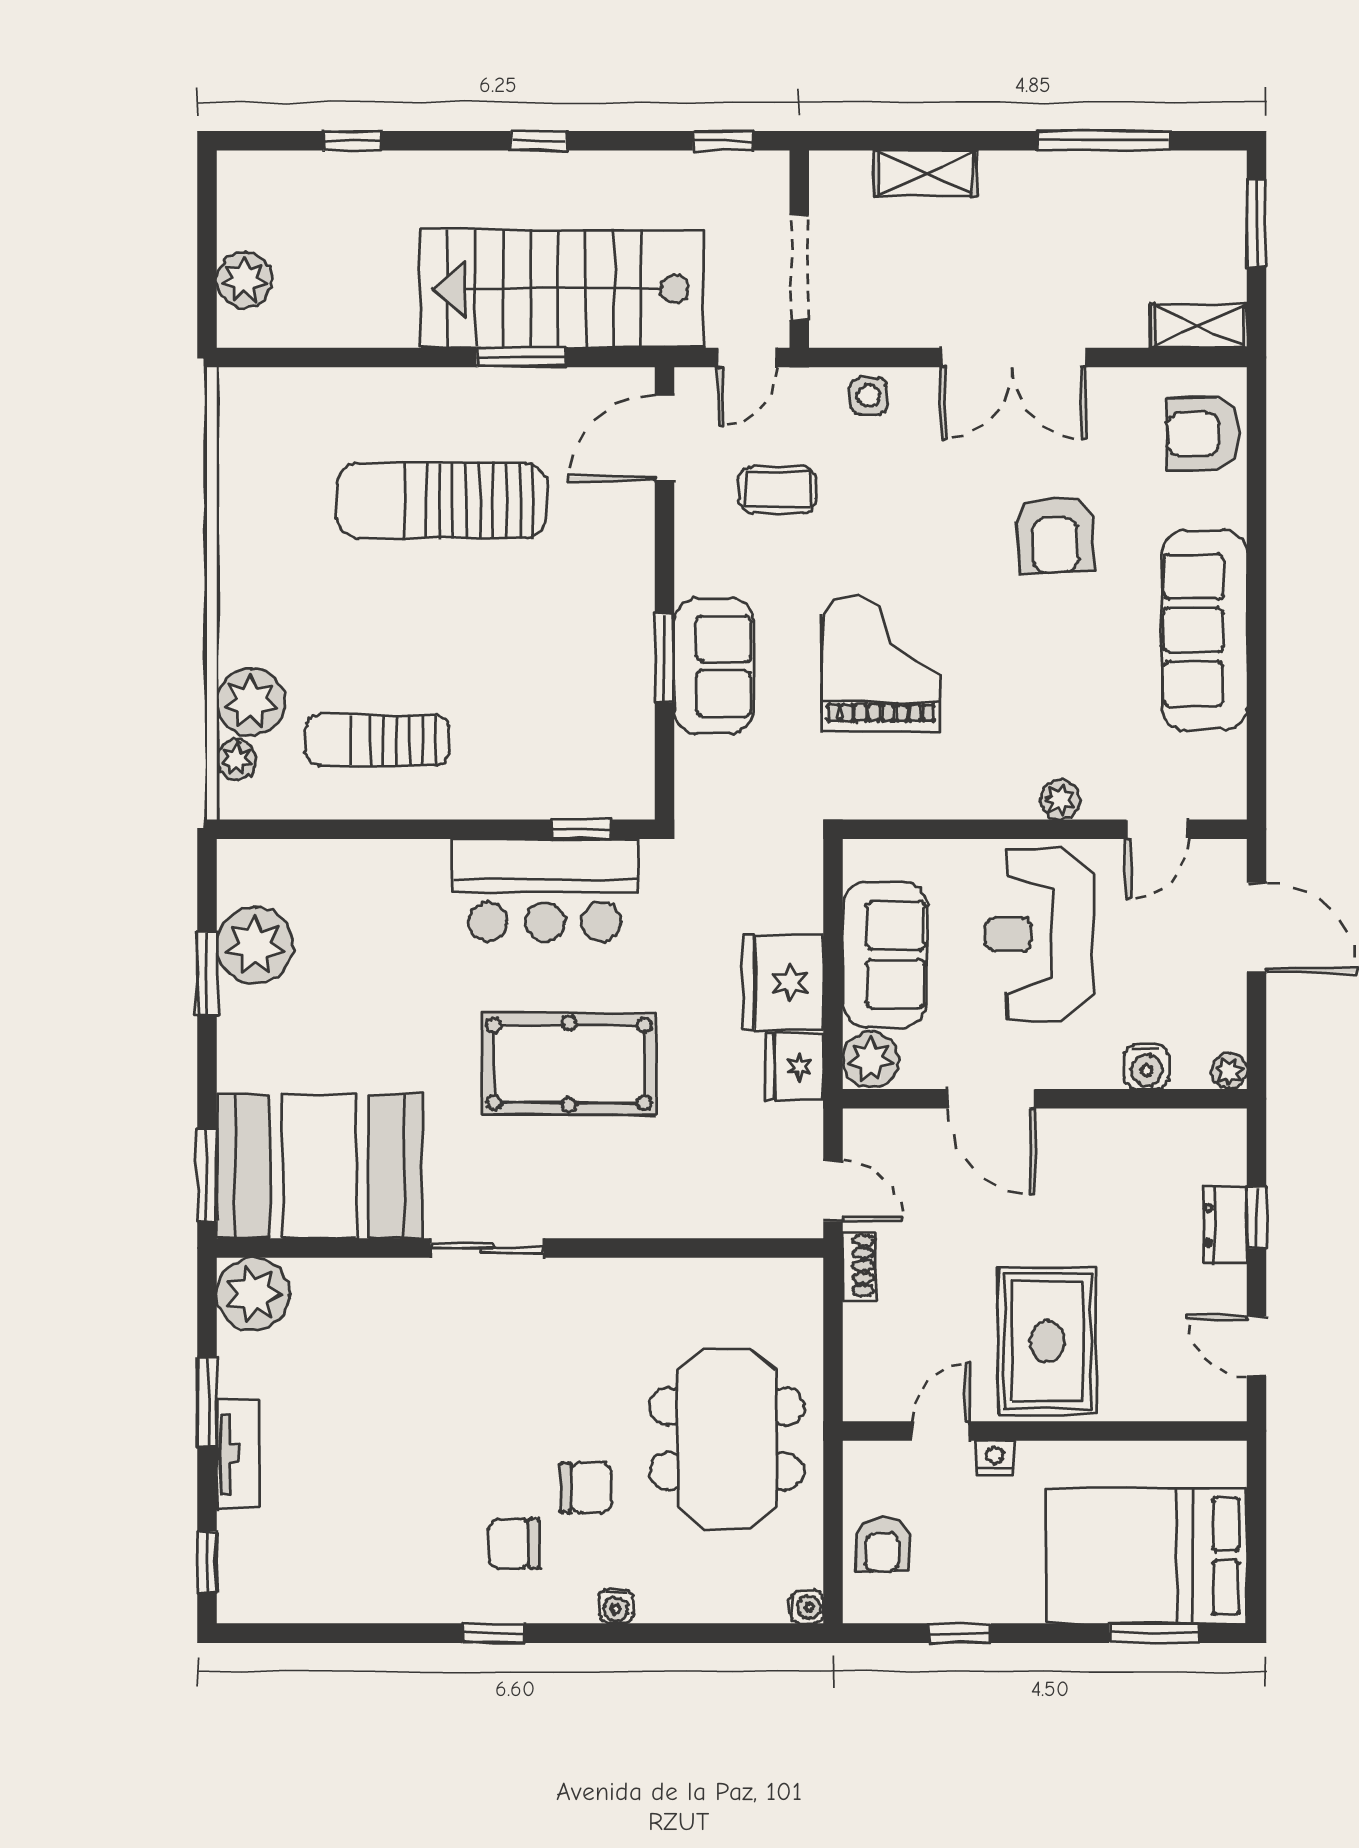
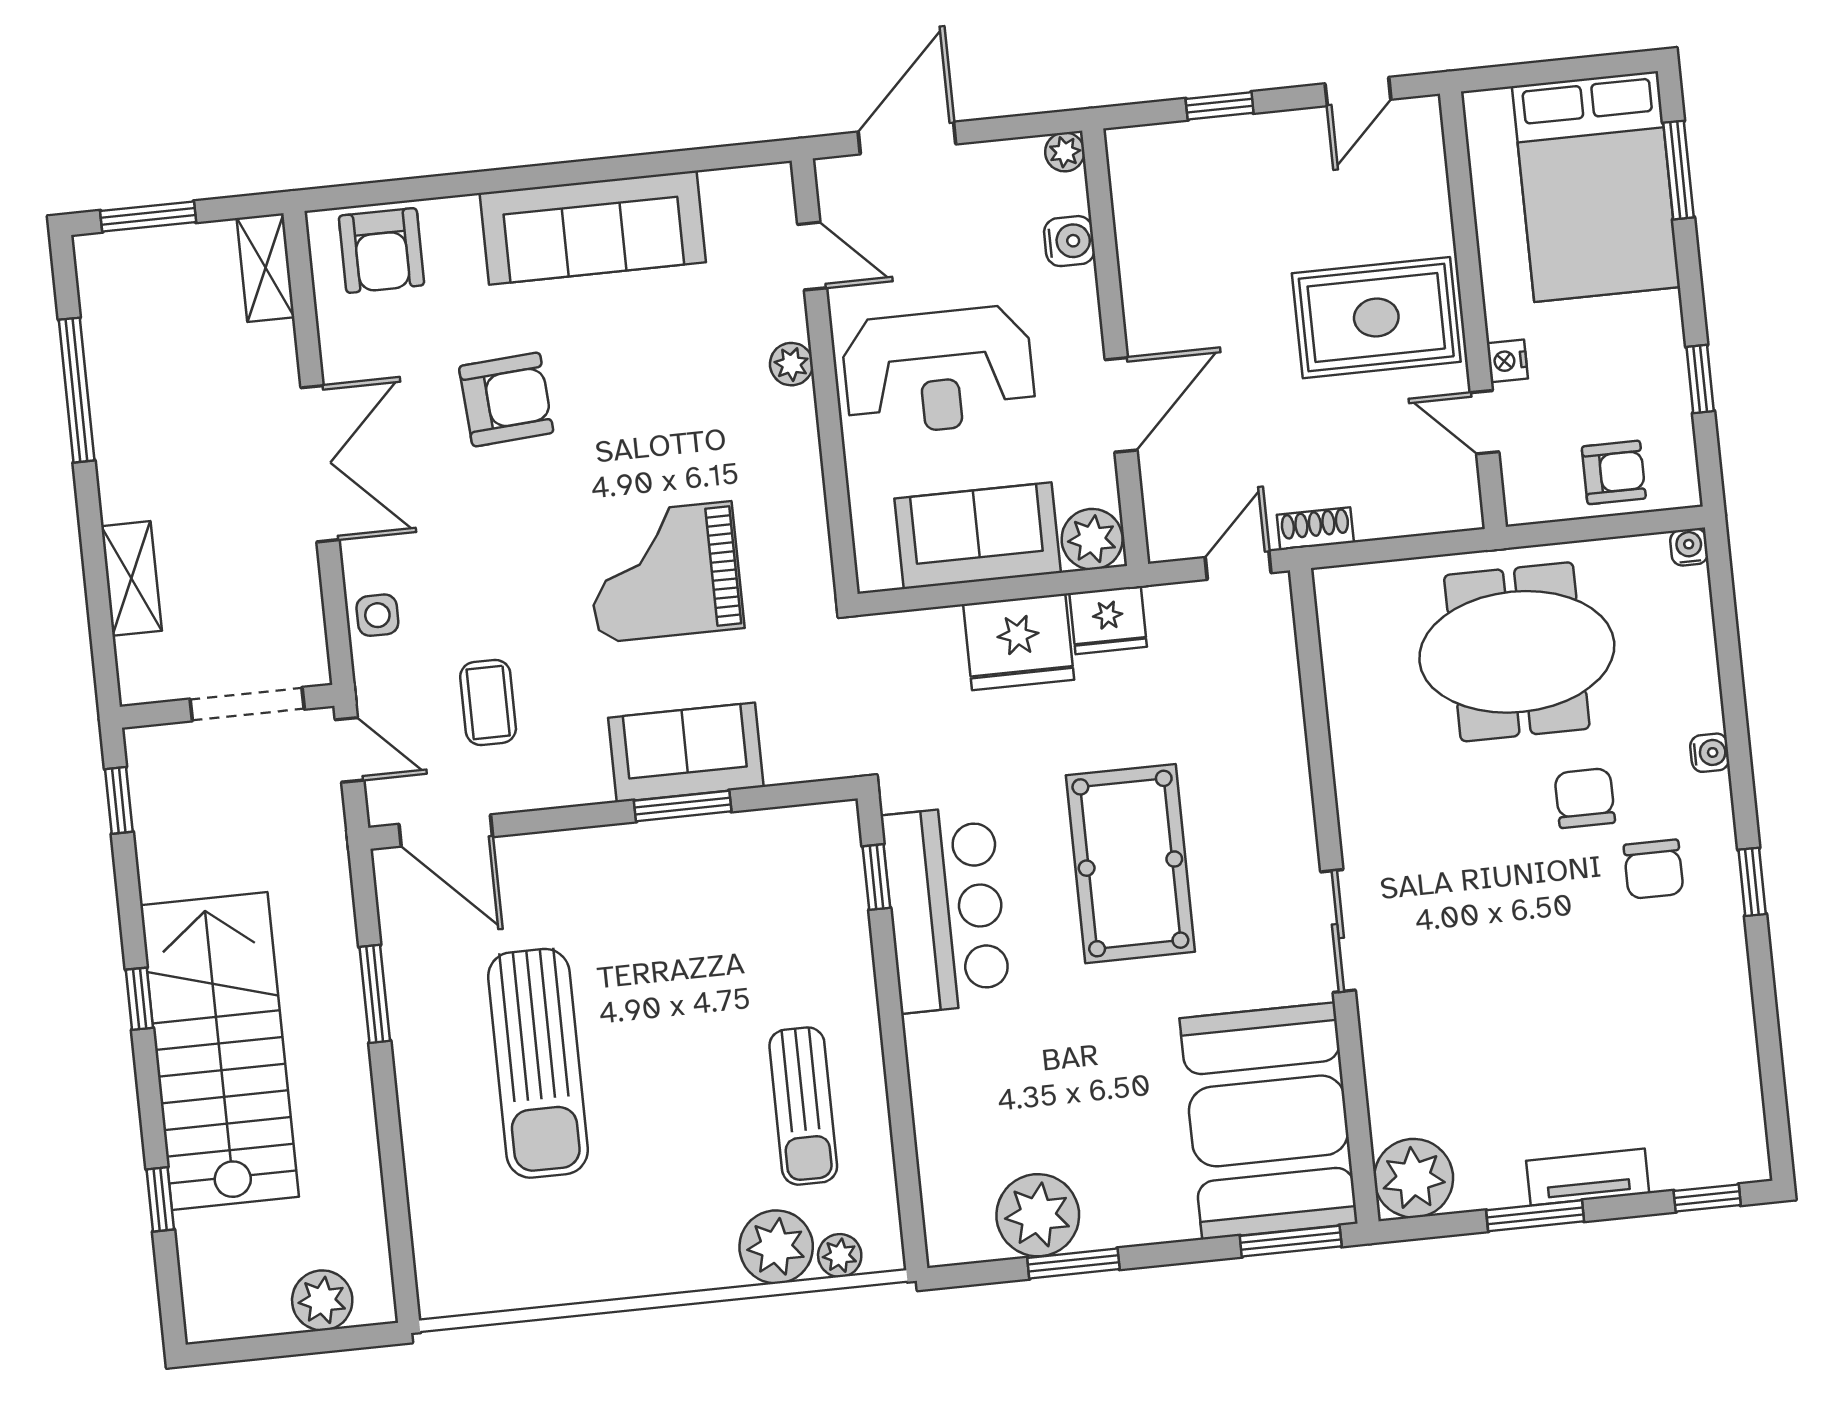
stairs: (562, 289) -> (220, 1051), moved, turned 180
dresser: (1225, 1225) -> (1231, 139), removed

